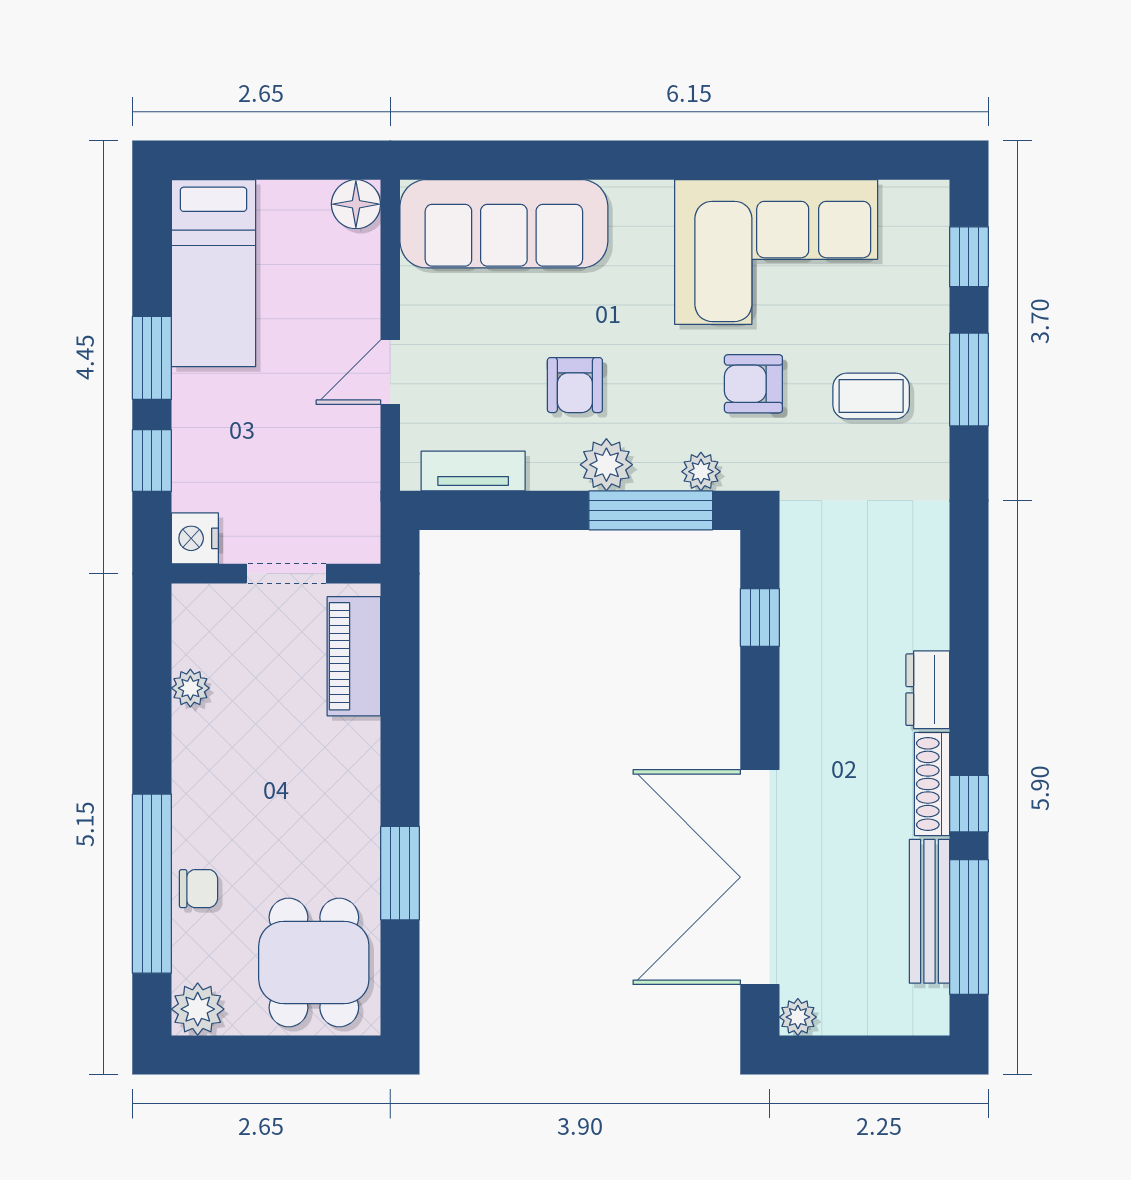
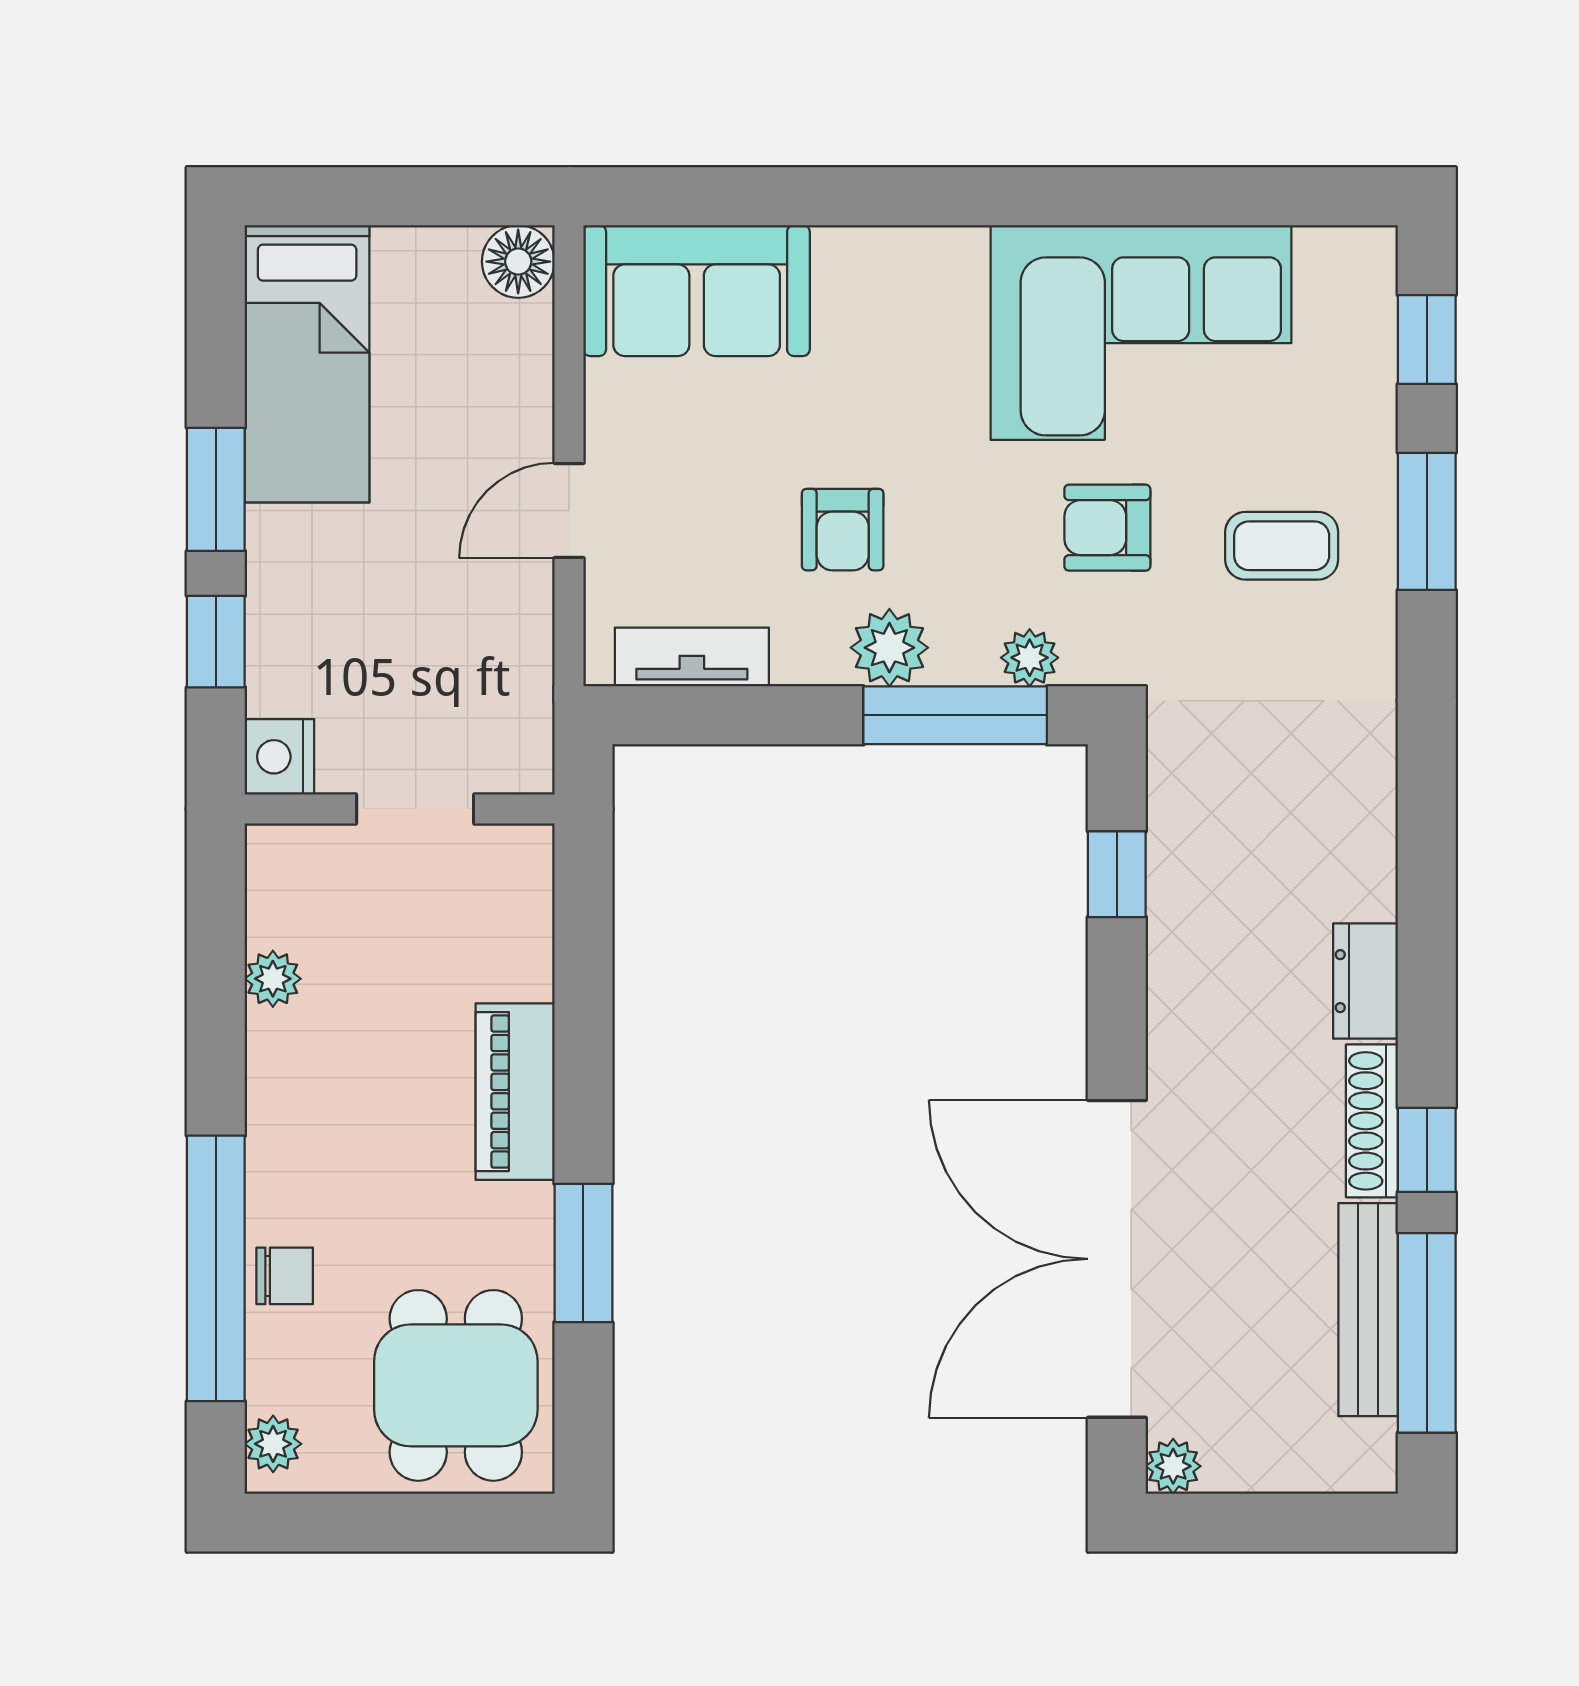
sofa: (504, 224) -> (697, 291), width x0.73
piano: (354, 656) -> (515, 1092), moved
plant: (198, 1009) -> (273, 1444), width x0.73, depth x0.73

